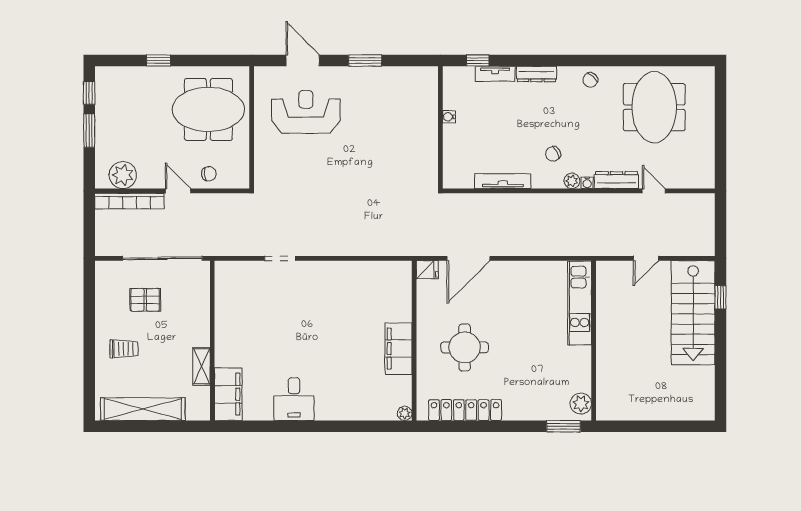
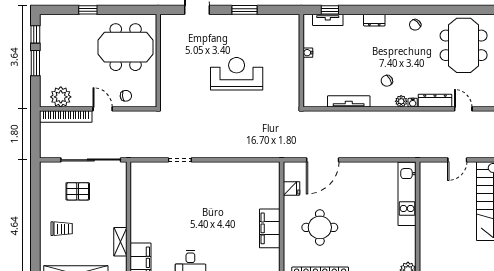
tv unit: (495, 74) -> (328, 20), moved
dresser: (536, 74) -> (374, 20), width x0.70
reception desk: (306, 112) -> (237, 74), moved
fridge: (427, 270) -> (292, 188), moved

